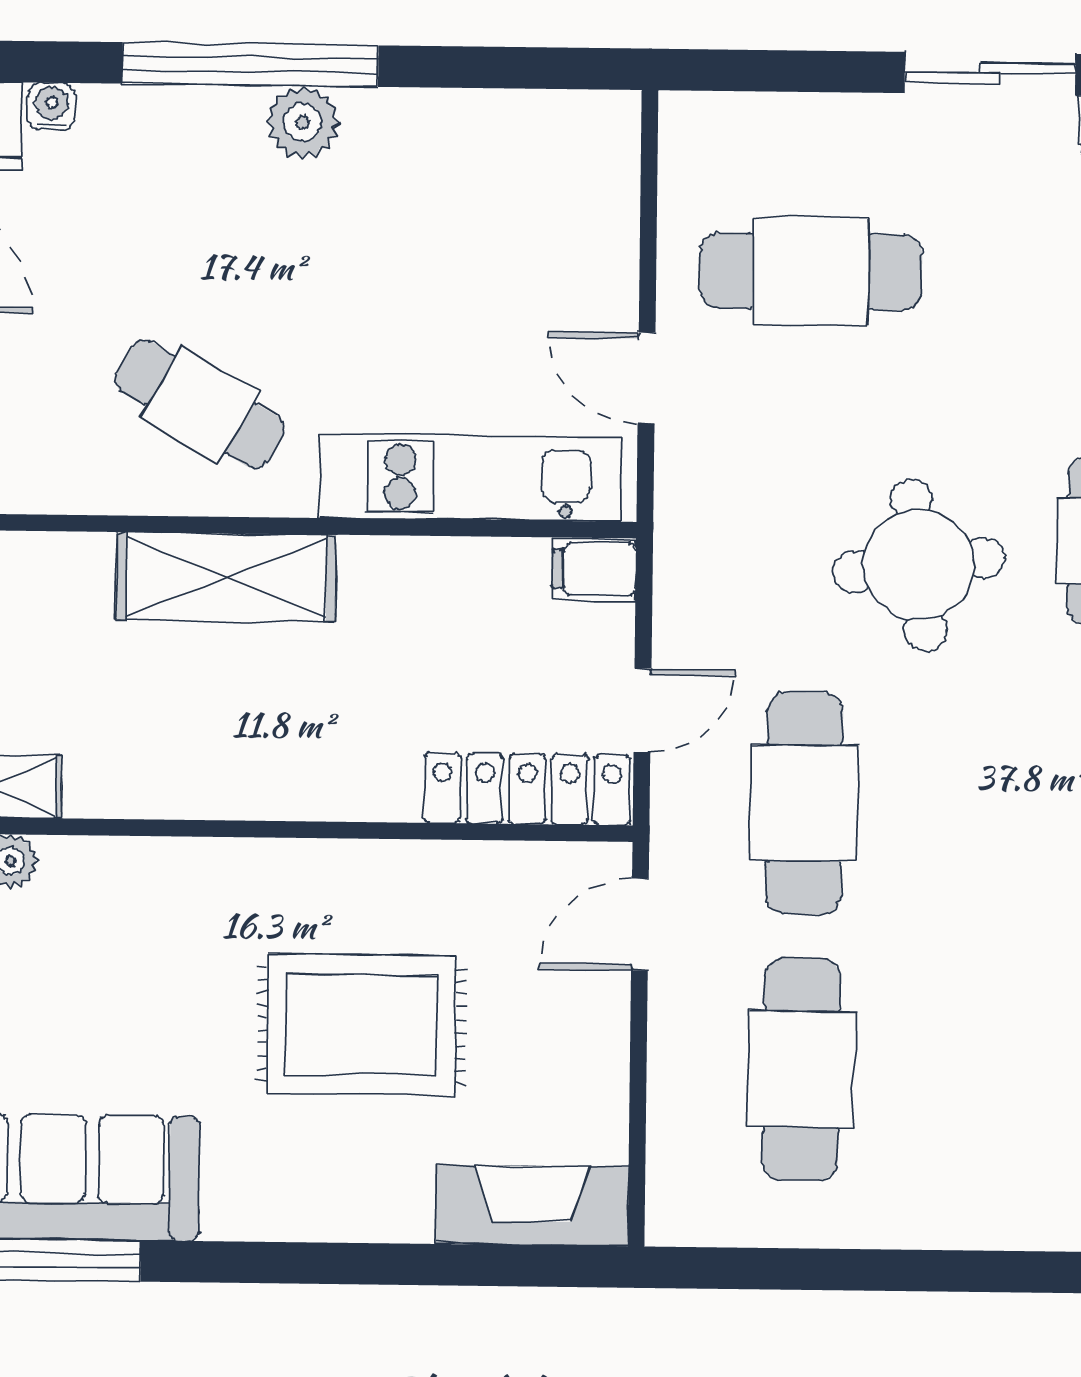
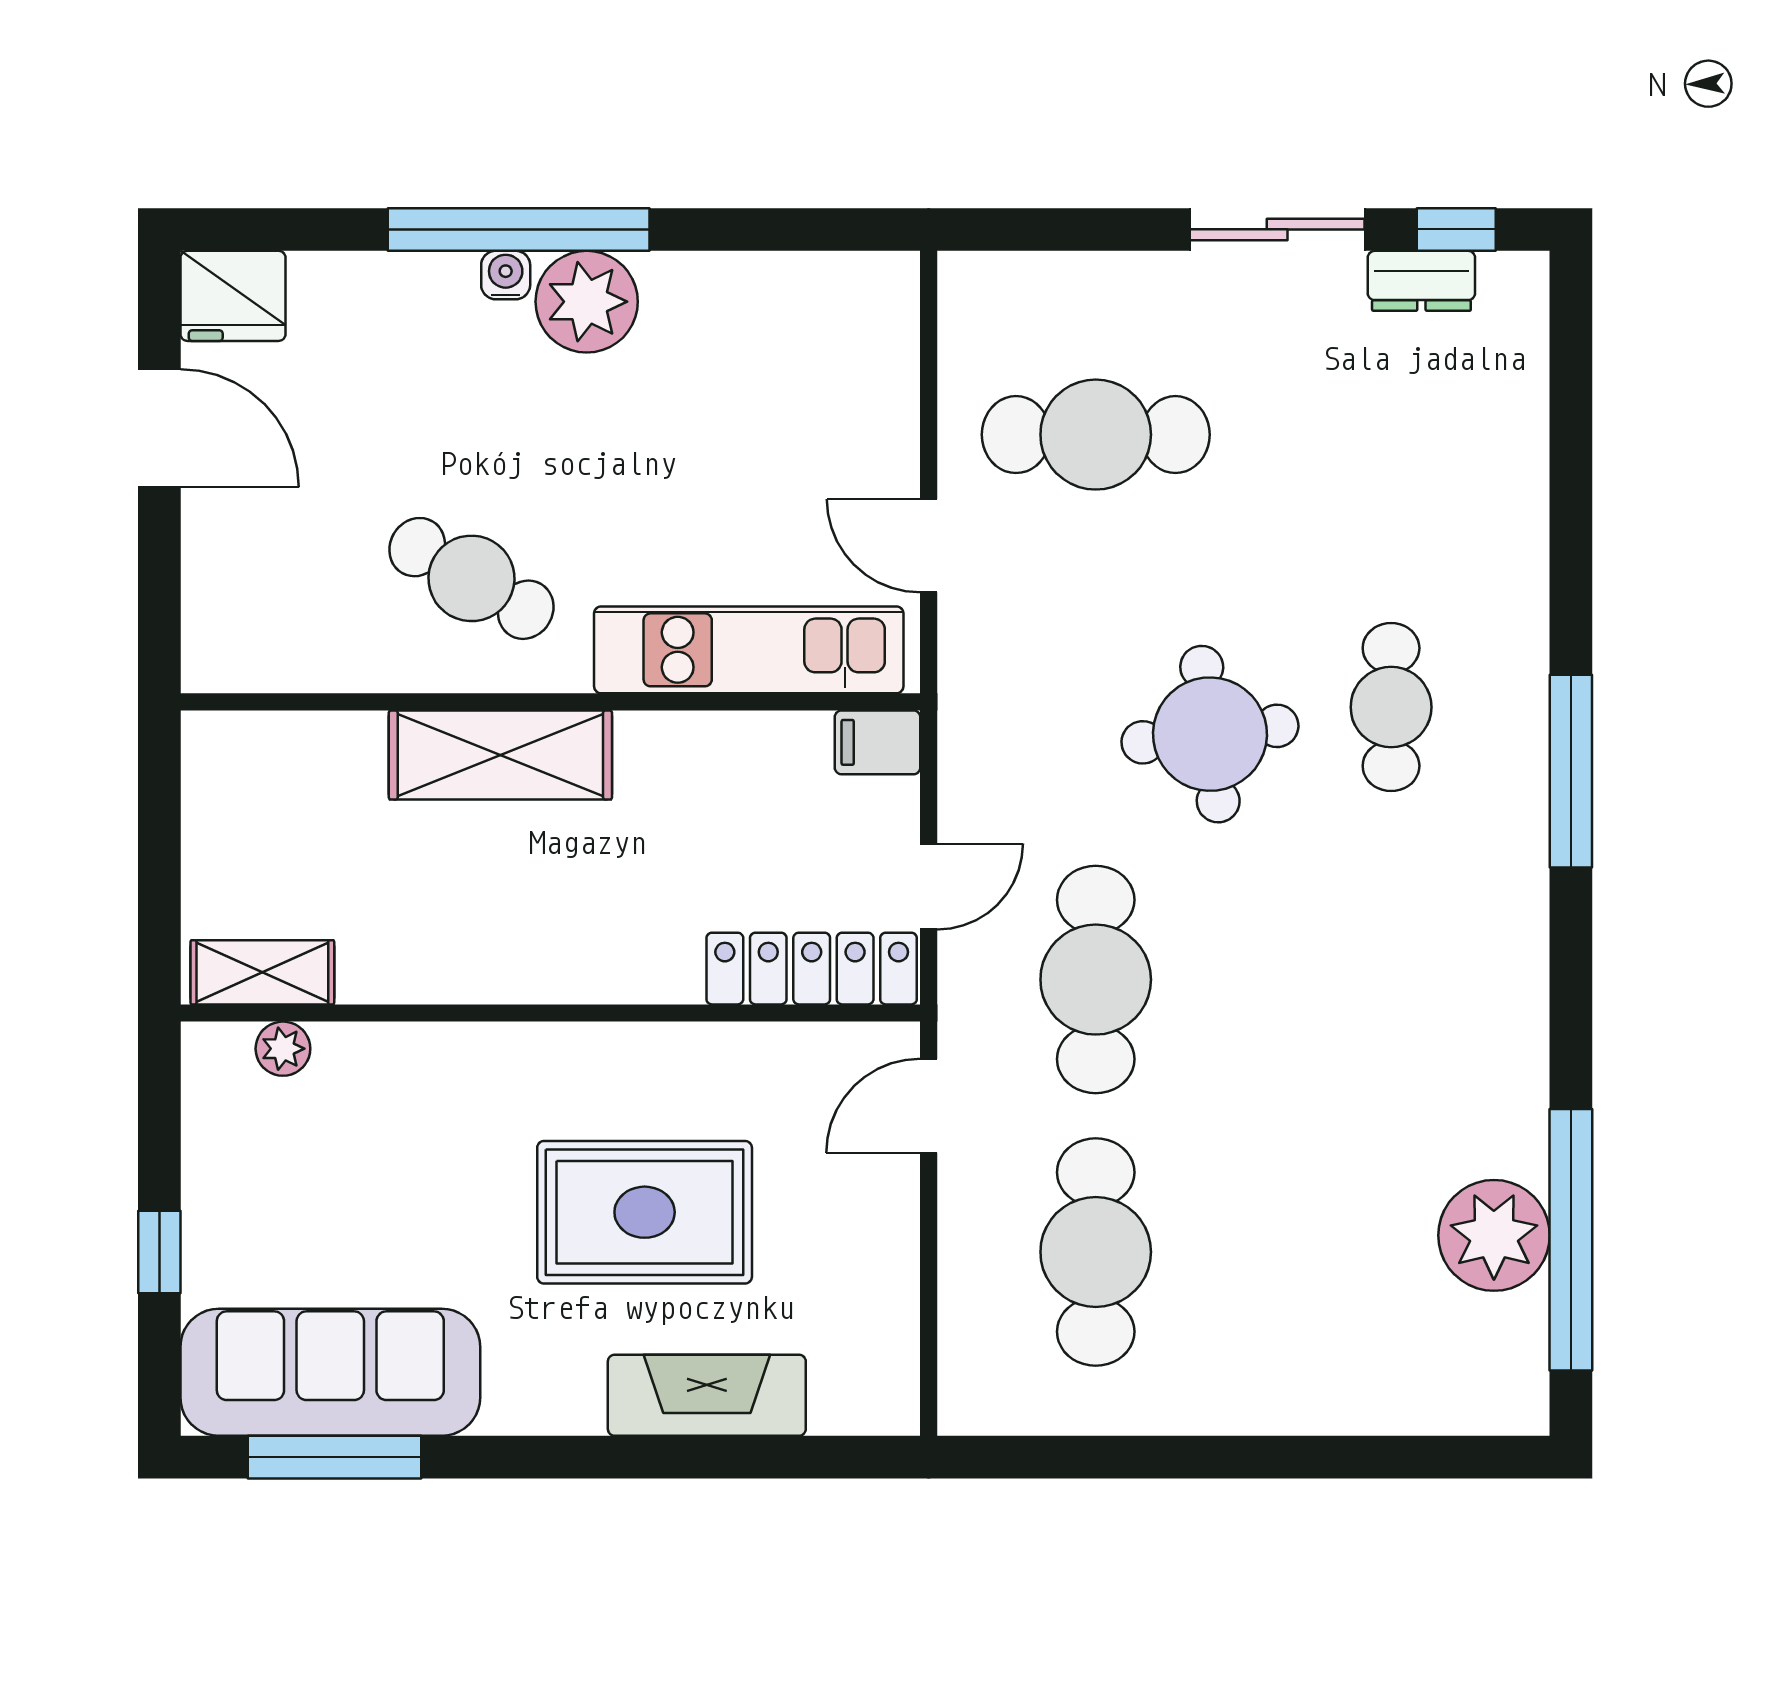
water cooler: (52, 107) -> (506, 275), moved
plant: (303, 122) -> (587, 302), width x1.36, depth x1.36
fireplace: (532, 1205) -> (707, 1395), moved

